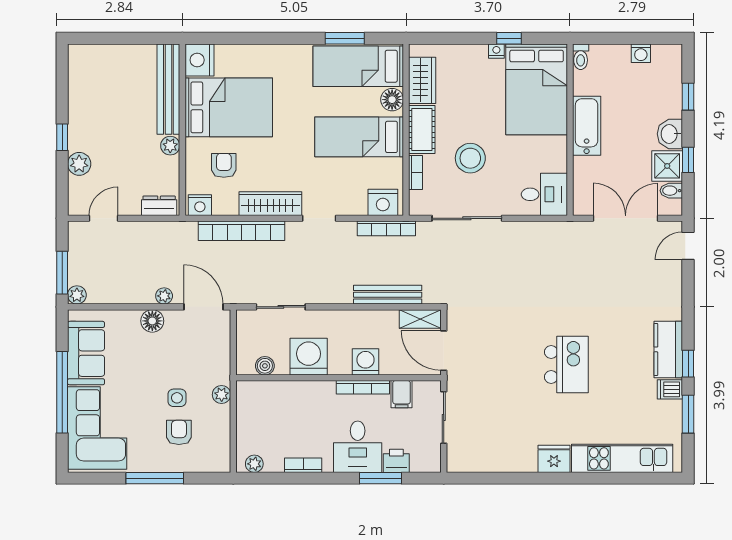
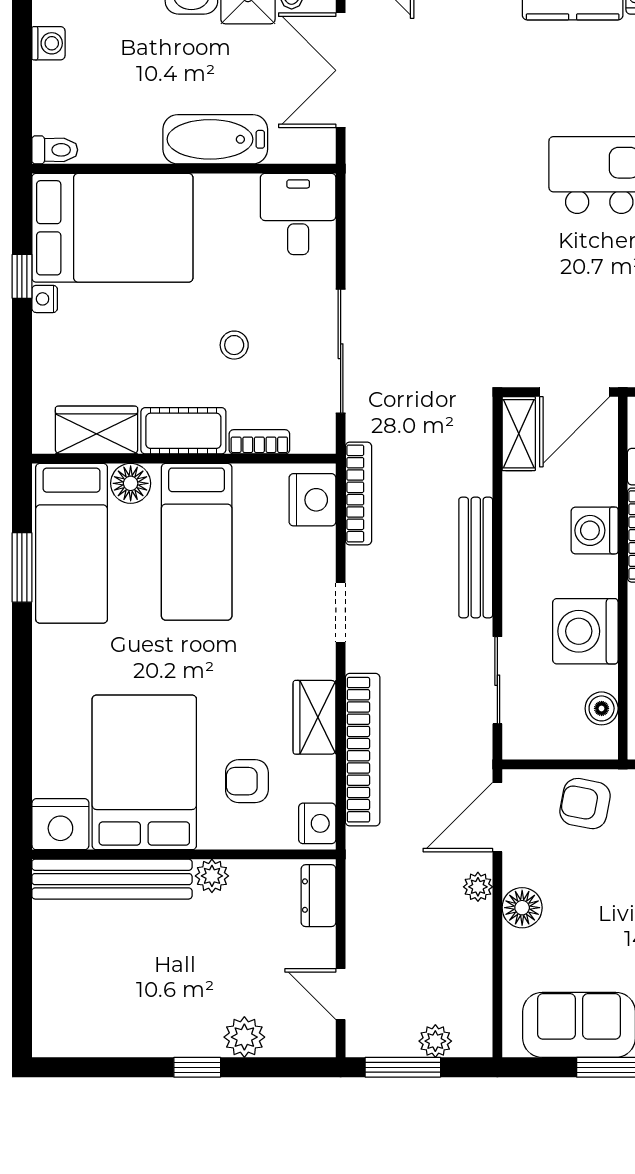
bathtub: (587, 126) -> (215, 139), moved
stool: (470, 158) -> (234, 345), width x0.53, depth x0.53
wardrobe: (270, 204) -> (315, 717), width x0.67
window: (62, 273) -> (403, 1067), moved
plant: (77, 295) -> (435, 1041), moved
bench: (388, 295) -> (476, 557), moved
armchair: (211, 356) -> (585, 804), added

